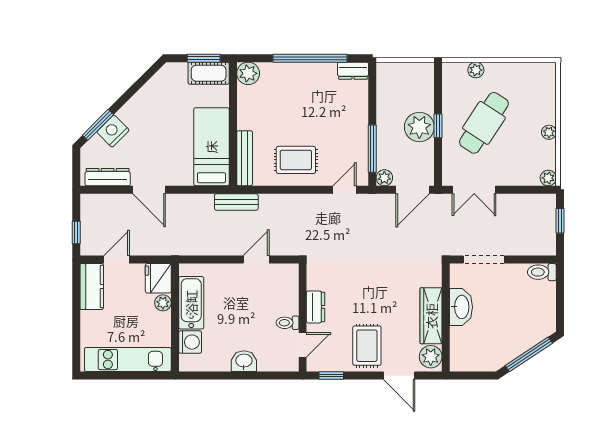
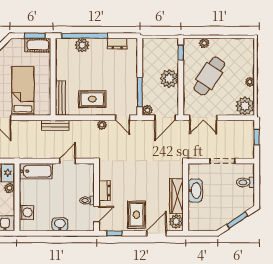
window: (310, 58) -> (85, 36), moved
dresser: (353, 71) -> (117, 44), moved
plant: (248, 73) -> (82, 45), moved
window: (438, 126) -> (181, 53), moved
bed: (211, 147) -> (23, 91), moved
plant: (548, 178) -> (245, 106), width x1.87, depth x1.87
door: (345, 190) -> (123, 118), swing flipped
plant: (311, 201) -> (102, 125), added
doorway: (484, 259) -> (222, 161), moved
toilet: (542, 272) -> (245, 182), moved
bathtub: (191, 303) -> (36, 171), moved, turned 90
window: (529, 354) -> (237, 220), width x0.69
door: (399, 376) -> (157, 233), swing flipped

